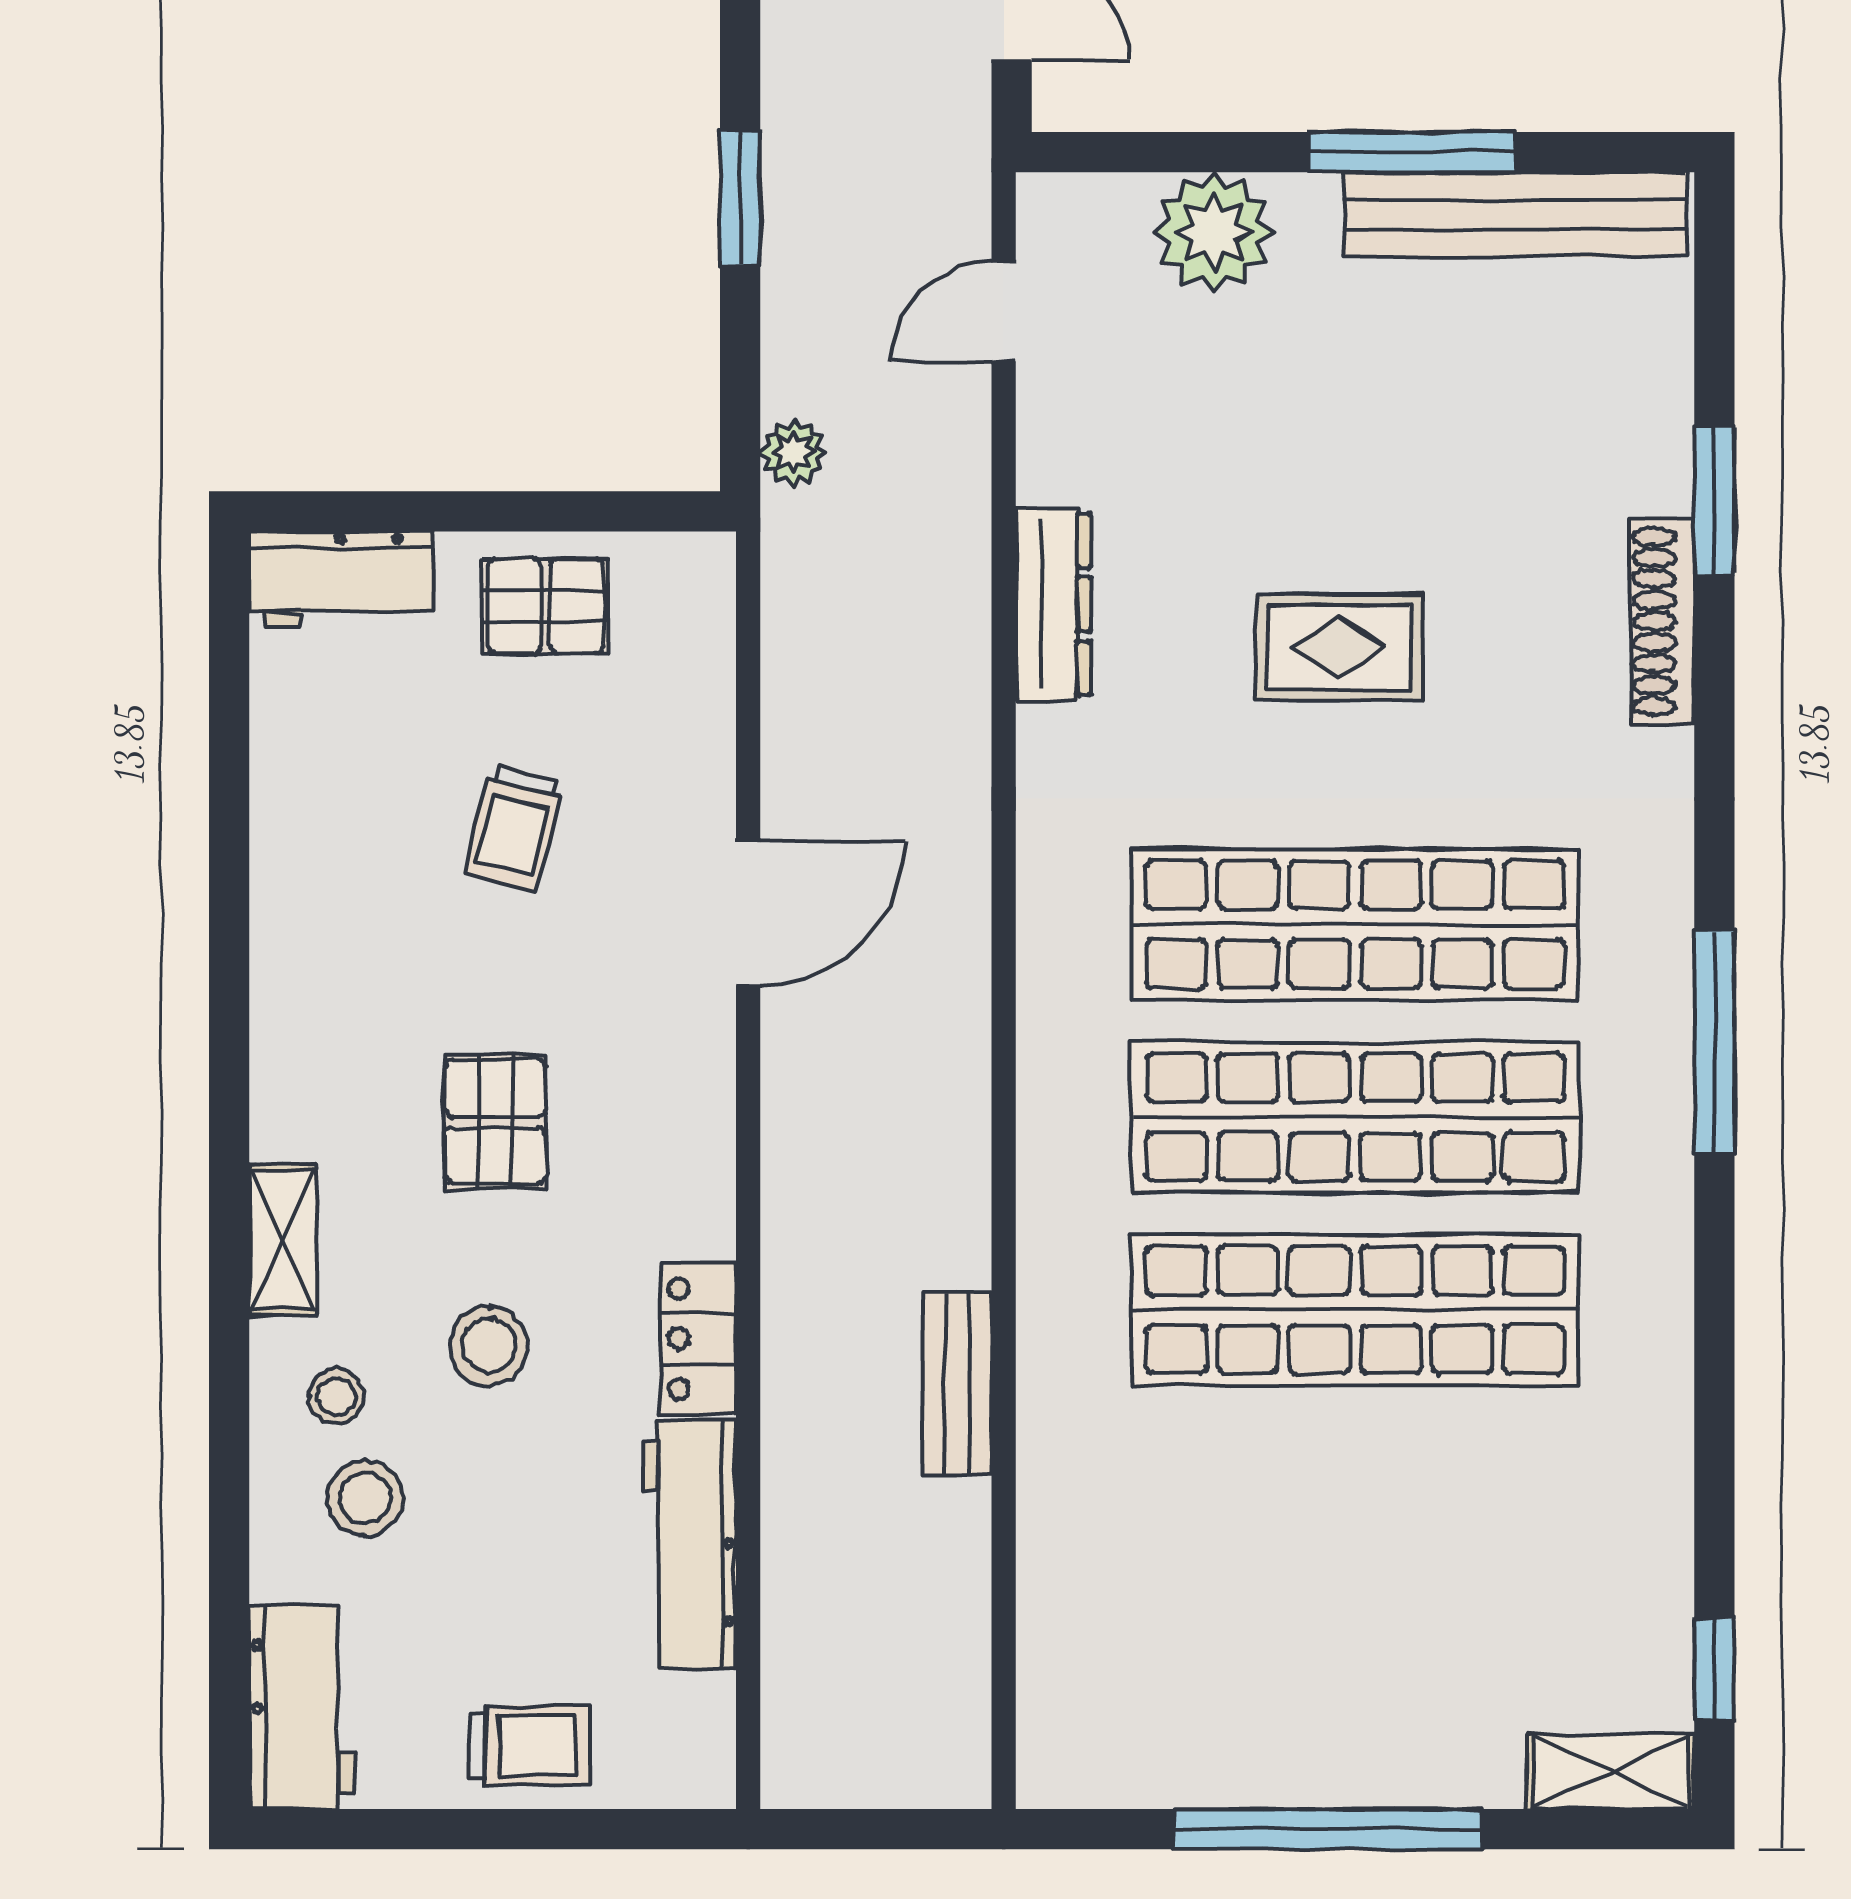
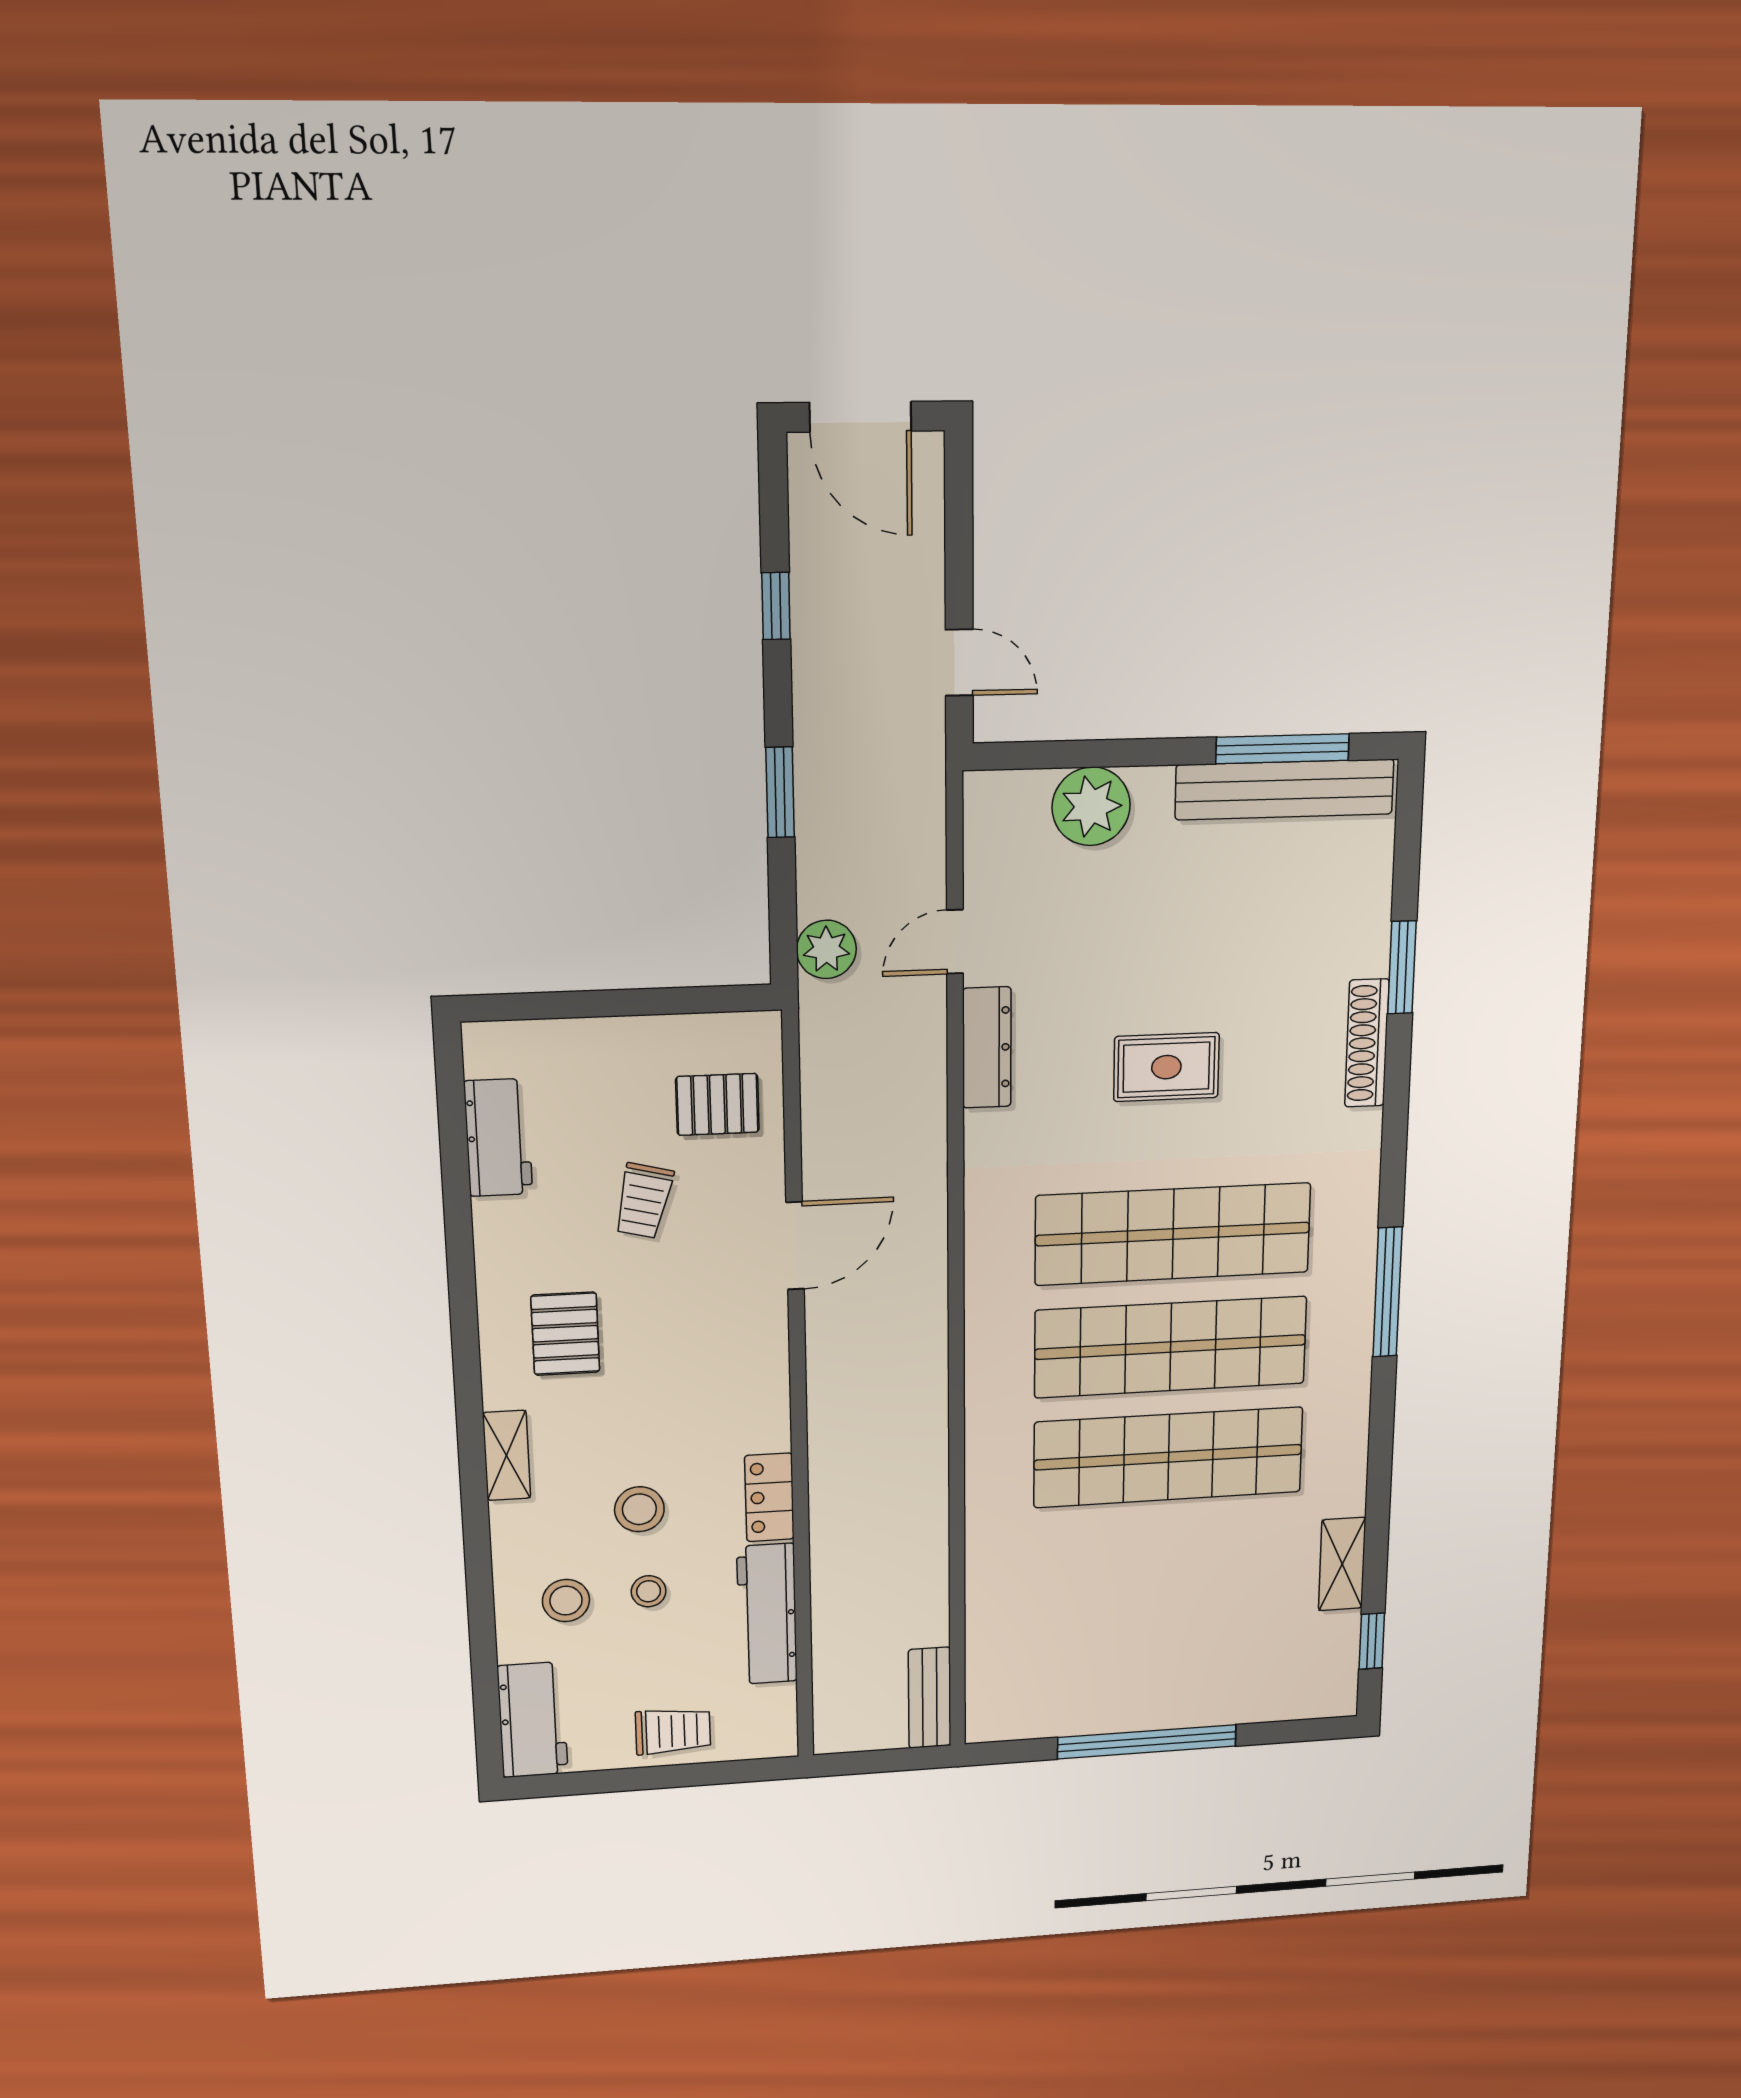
window: (1412, 152) -> (1283, 749), moved
door: (1004, 312) -> (955, 942), moved
plant: (793, 452) -> (826, 949), width x1.38, depth x1.38
workbench: (341, 579) -> (498, 1138), moved, turned -90
pallet: (545, 606) -> (717, 1104), moved
pallet: (495, 1122) -> (565, 1334), moved
bench: (957, 1383) -> (930, 1698), moved
stool: (336, 1396) -> (649, 1591), moved
shelving: (1611, 1771) -> (1342, 1564), moved, turned 90

